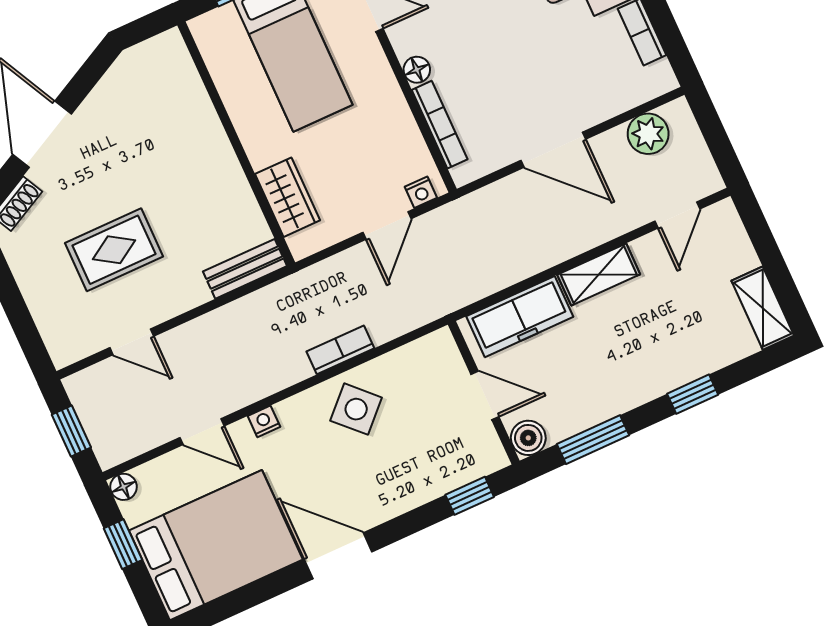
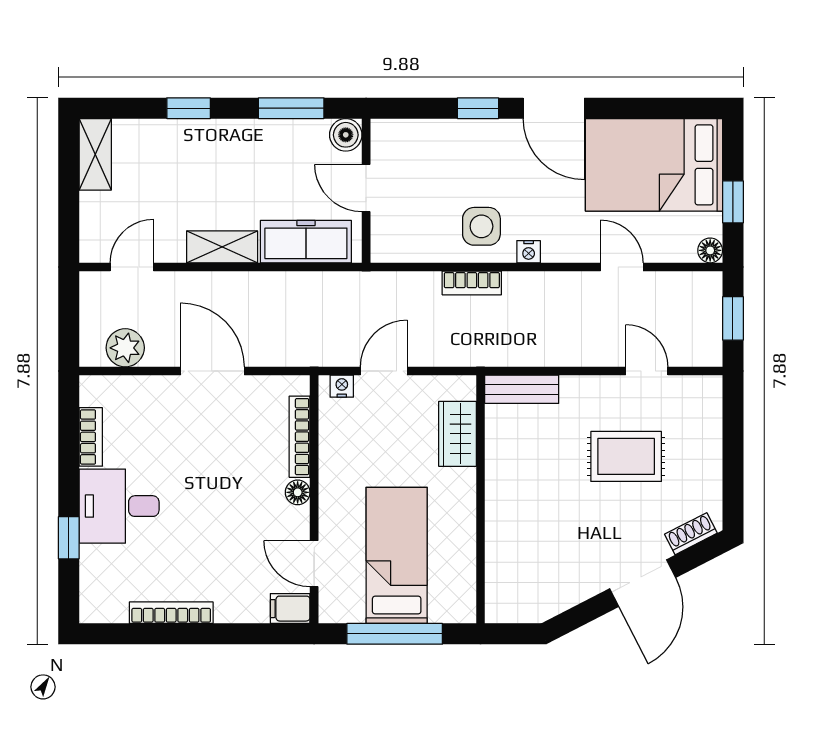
side table: (356, 409) -> (481, 226), turned 45
nightstand: (264, 421) -> (529, 252), moved
window: (470, 496) -> (478, 108), moved

